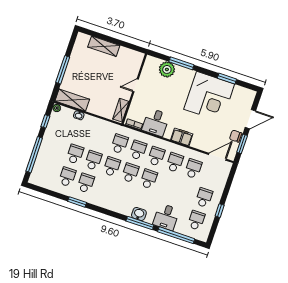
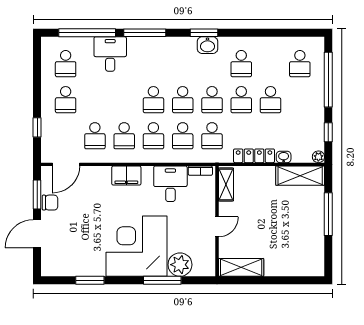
shelving: (104, 46) -> (241, 267), moved
corner desk: (209, 97) -> (137, 246), moved
locker: (97, 122) -> (254, 156), added
school desk: (67, 177) -> (300, 64), moved
window: (77, 202) -> (204, 33), moved
window: (220, 211) -> (37, 127), moved
washbasin: (139, 214) -> (207, 45), moved

